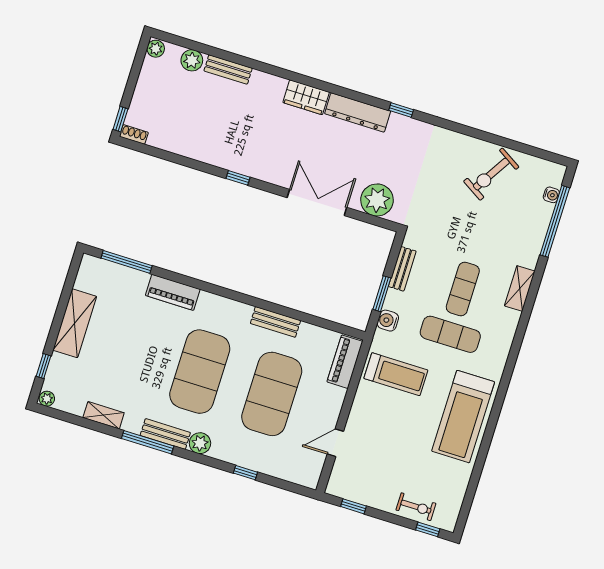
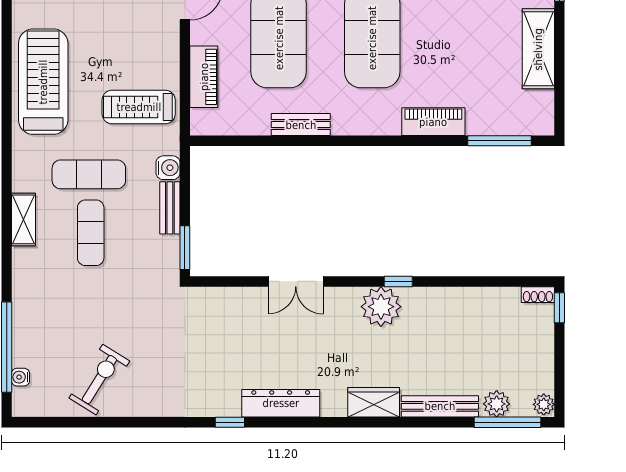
window: (188, 44) -> (508, 422), added
bench: (228, 69) -> (440, 406), width x1.36
wardrobe: (306, 97) -> (374, 402), moved
plant: (377, 200) -> (381, 307), moved
double door: (317, 202) -> (296, 281), width x0.73
bench: (402, 269) -> (170, 208), moved
shelving: (520, 288) -> (23, 219), moved
window: (382, 294) -> (185, 248), moved
piano: (345, 362) -> (204, 77), moved

